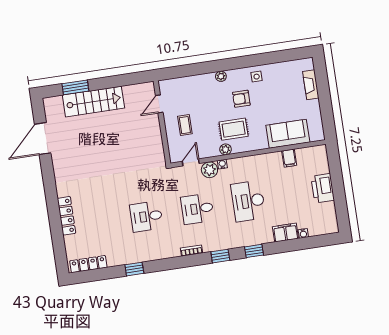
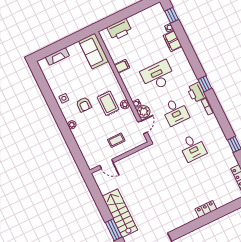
sofa: (288, 134) -> (94, 51), moved
filing cabinet: (289, 158) -> (122, 66), moved
door: (191, 162) -> (142, 127), swing flipped
printer: (323, 188) -> (120, 29), moved
desk: (248, 201) -> (158, 76), turned 180
locker: (66, 216) -> (206, 209), width x0.66
printer: (213, 242) -> (197, 92), added
window: (254, 251) -> (172, 15), moved

